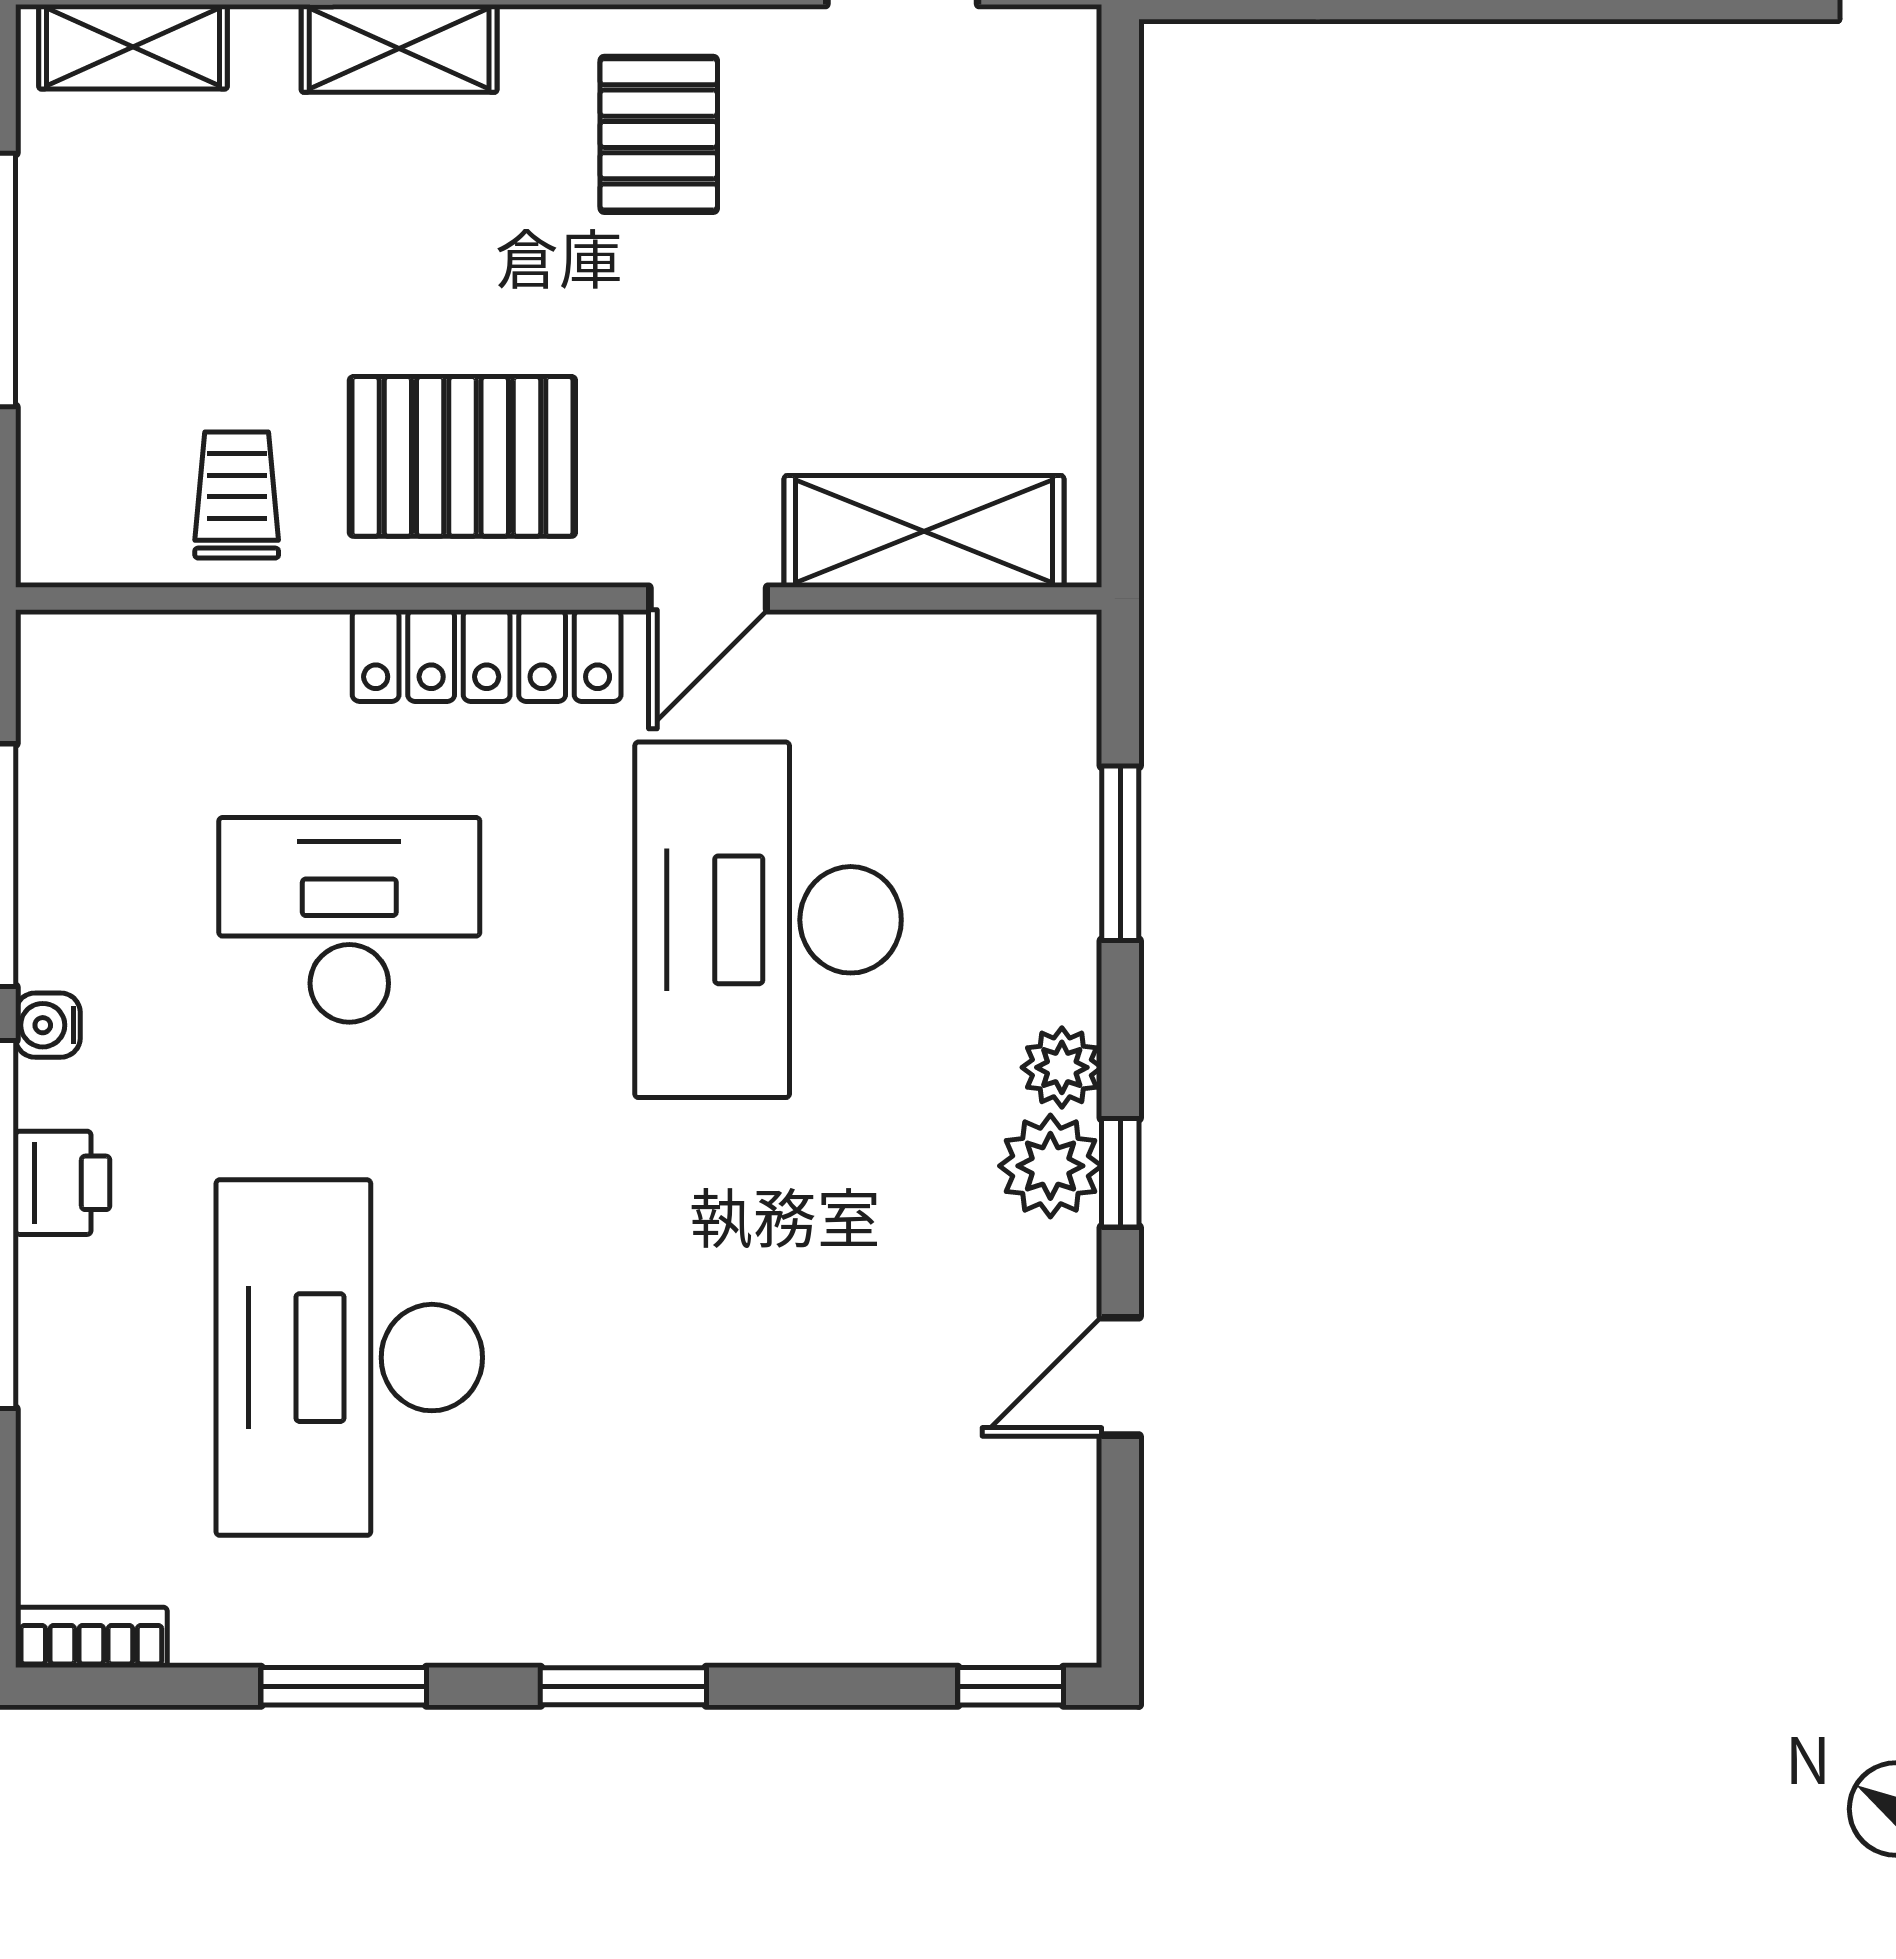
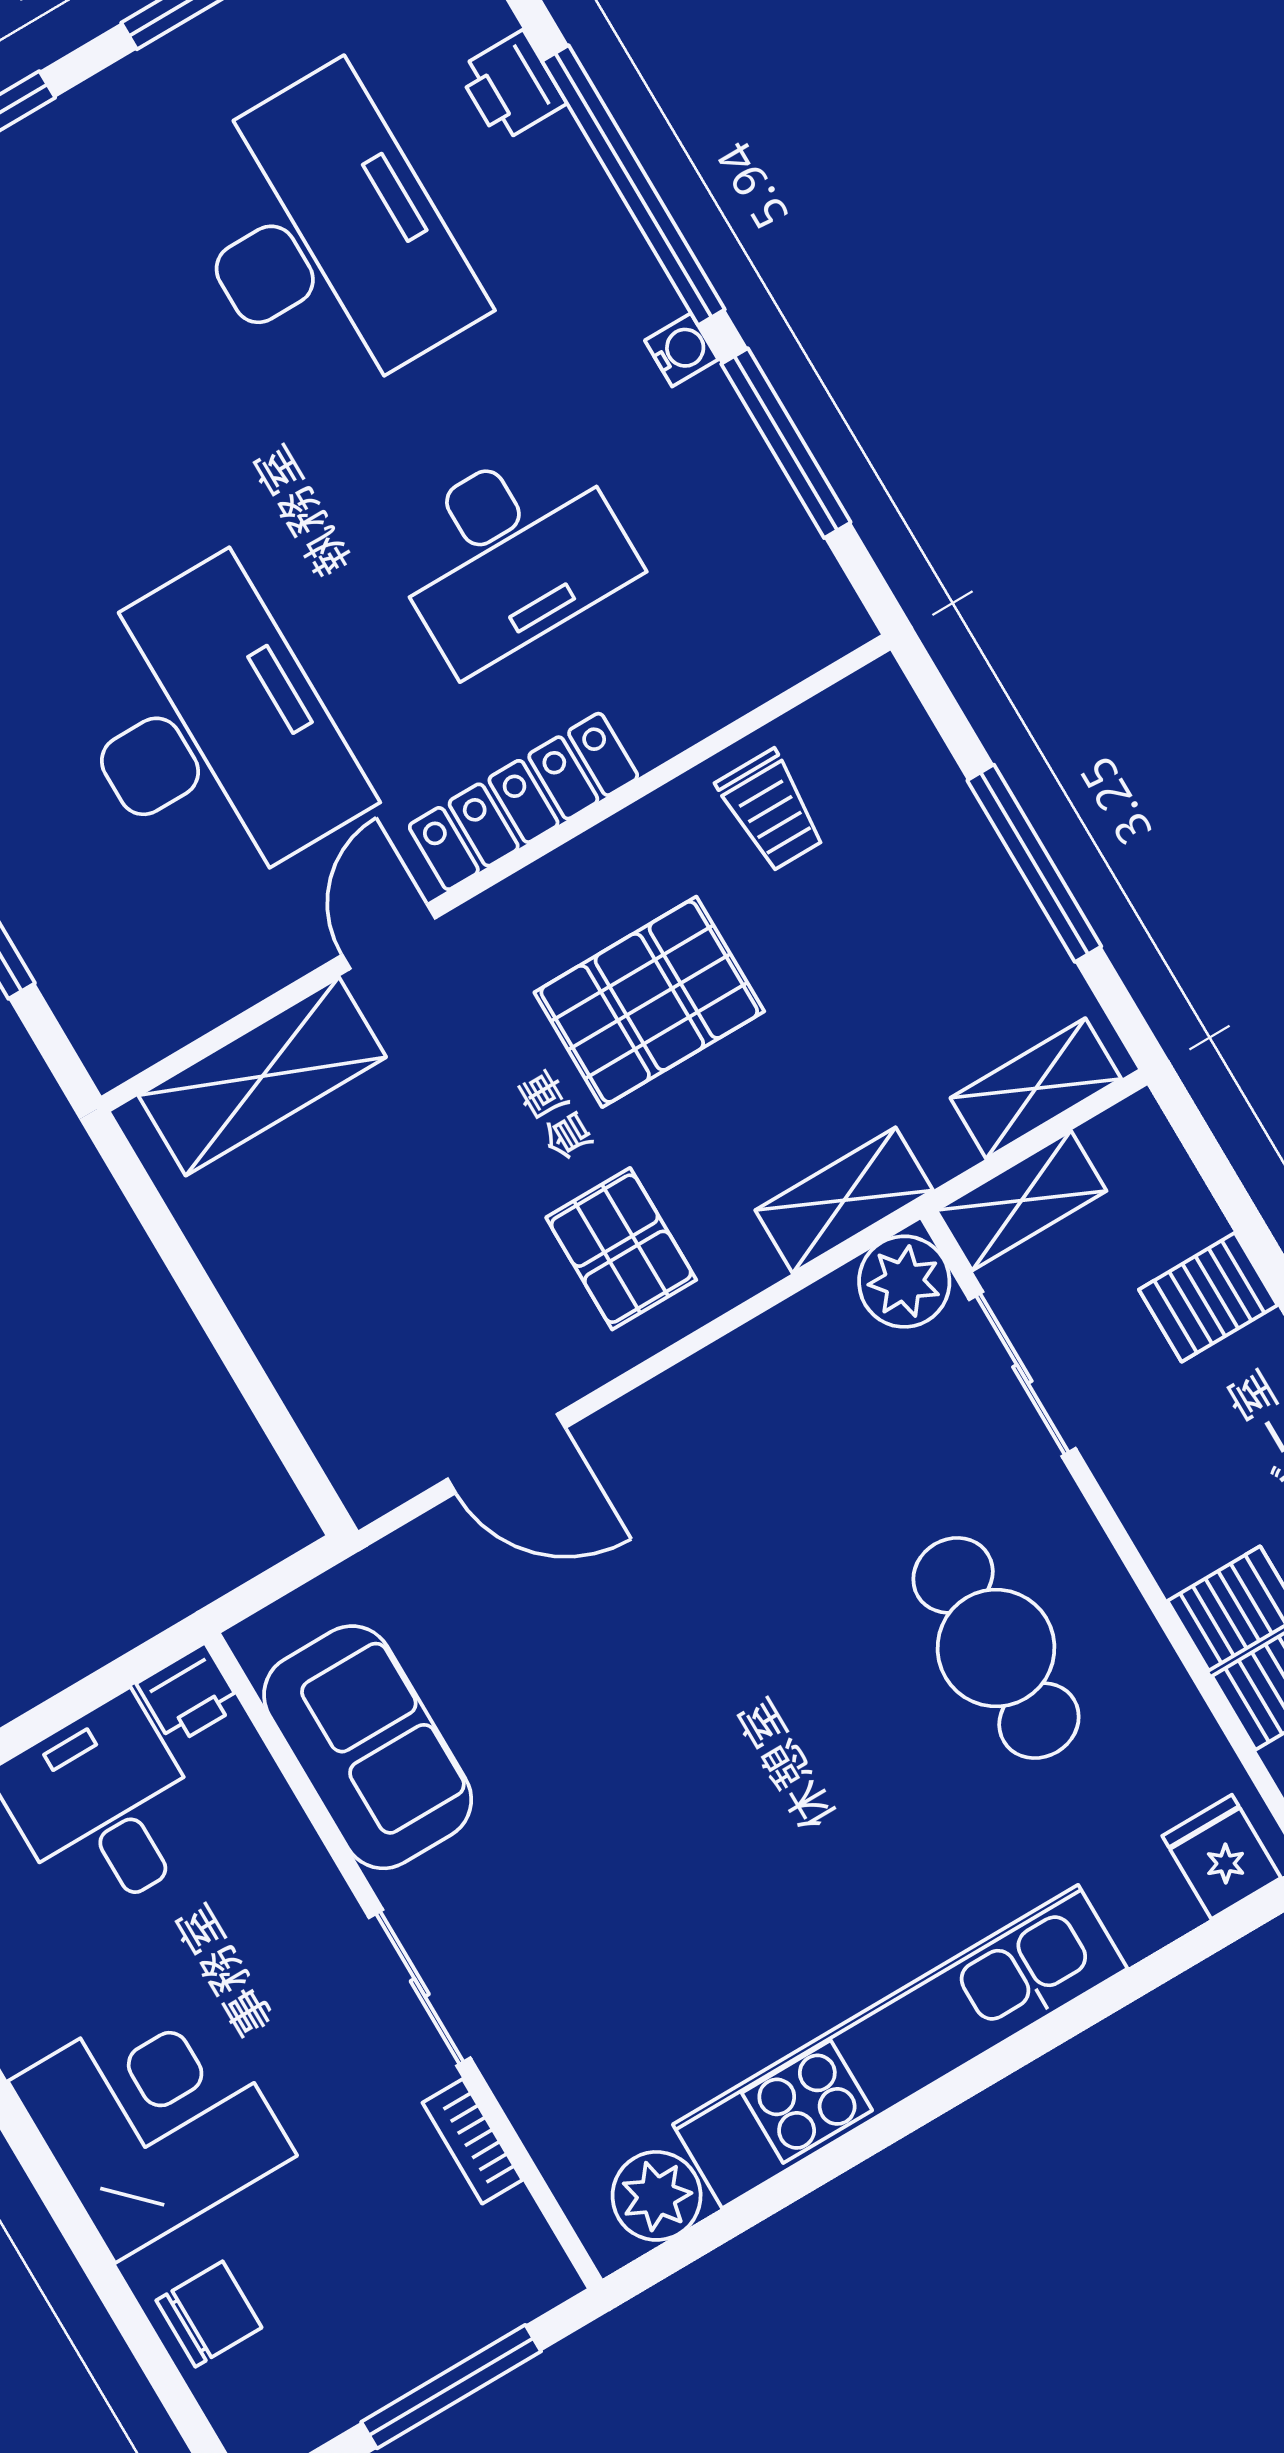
pallet: (462, 456) -> (649, 1002), moved
printer: (63, 1183) -> (511, 86), moved

